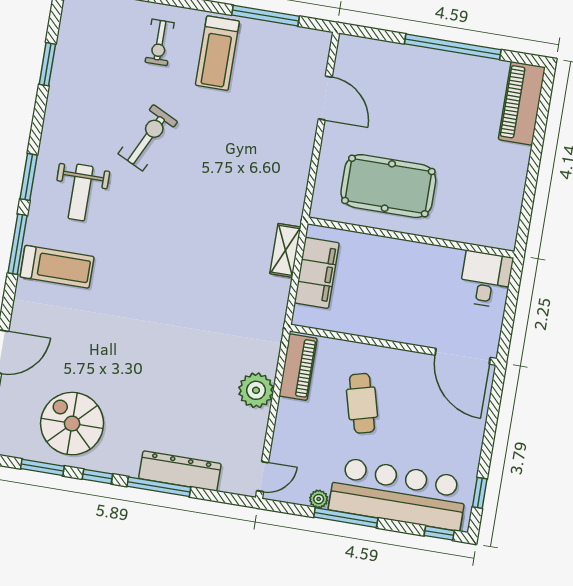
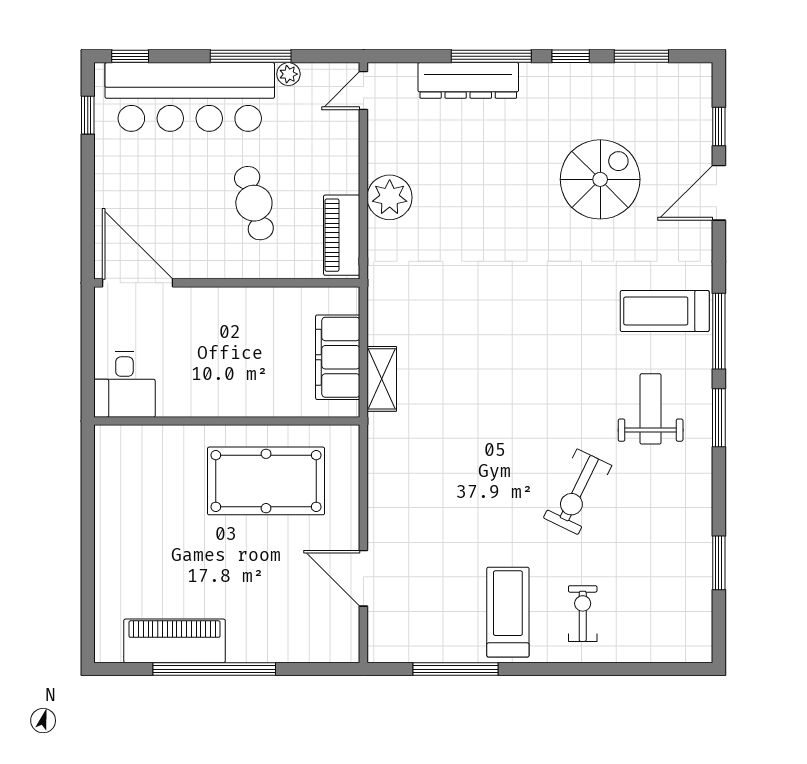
piano: (522, 103) -> (175, 641), moved, turned -90
spiral stairs: (72, 424) -> (600, 179), moved, turned -90

